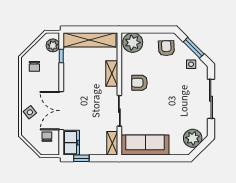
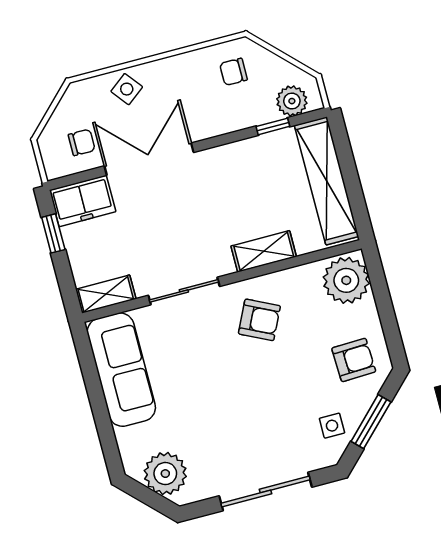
armchair: (140, 83) -> (259, 320), turned 116

